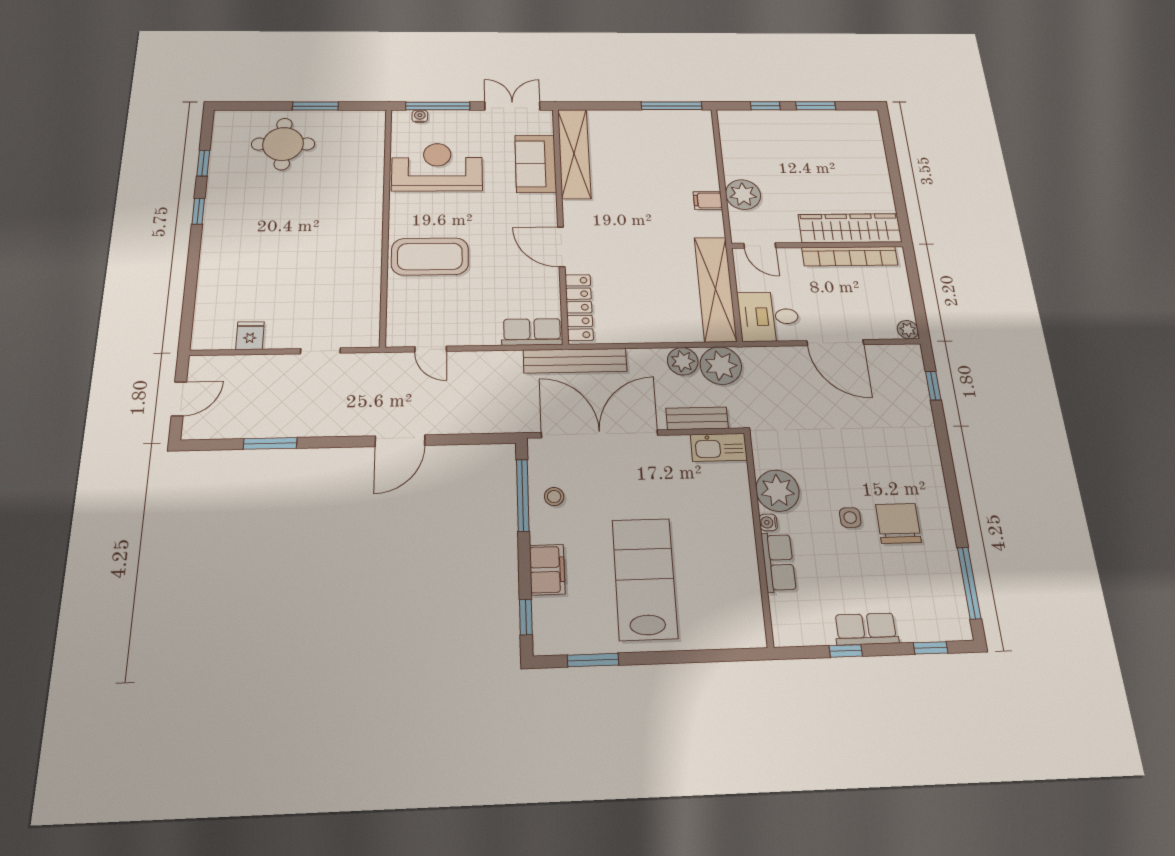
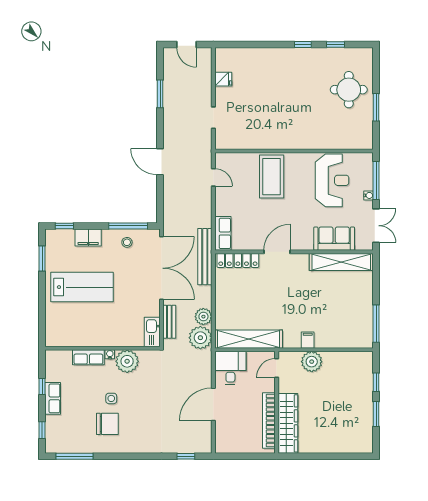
water cooler: (420, 116) -> (369, 195), moved
plant: (908, 330) -> (221, 447), removed
door: (431, 349) -> (213, 177), swing flipped

